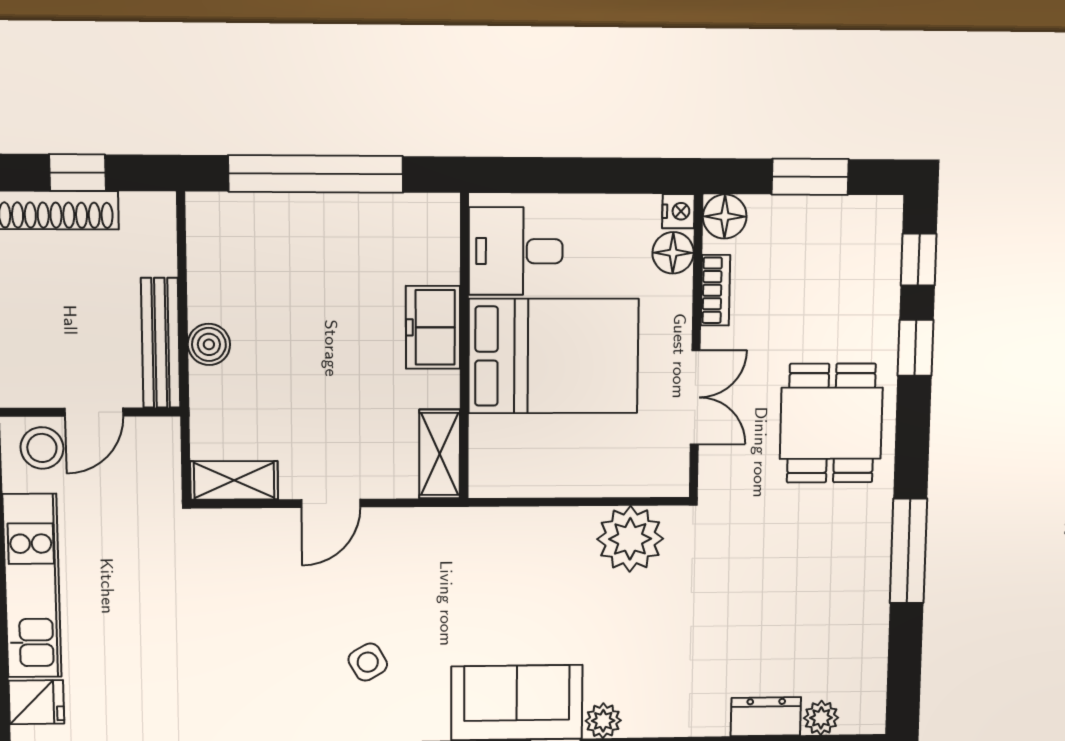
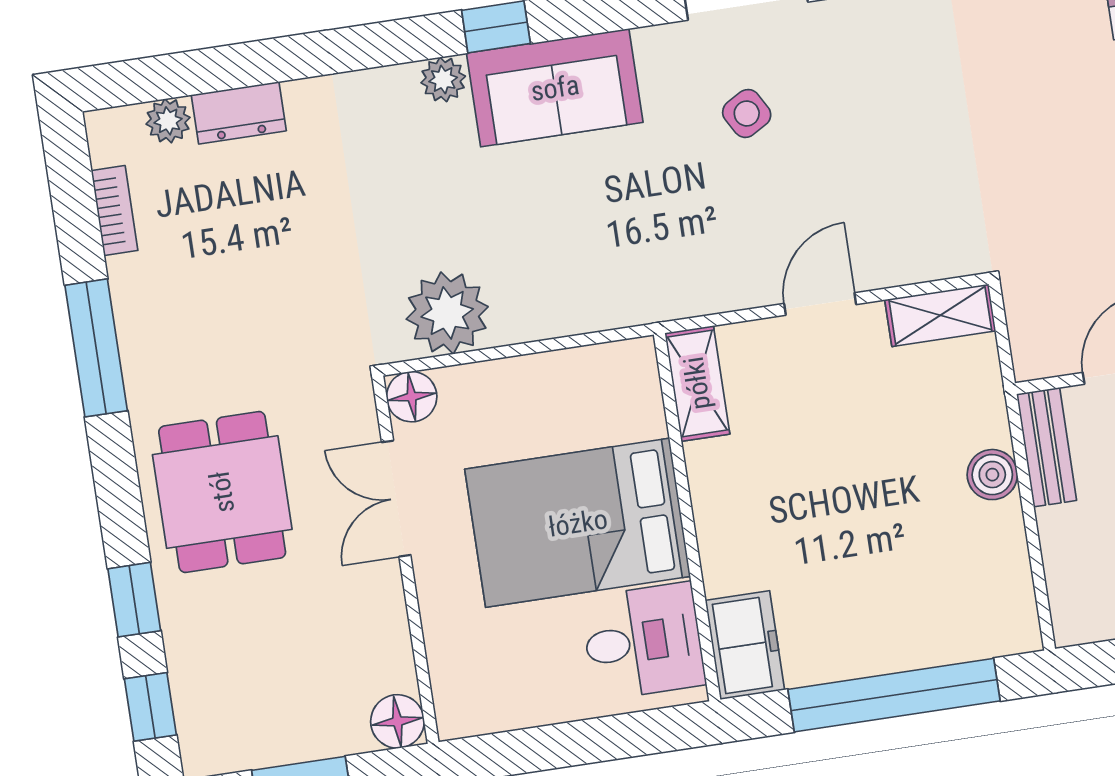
nightstand: (678, 211) -> (455, 719), removed
floor lamp: (673, 253) -> (412, 397), moved
bookcase: (715, 290) -> (115, 211), moved, turned 180
freezer: (433, 327) -> (745, 645), moved
bench: (161, 343) -> (1046, 447), width x0.73

